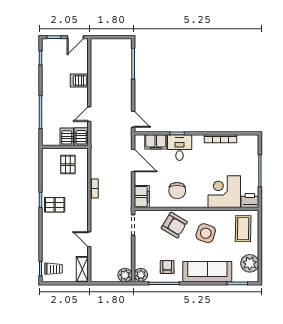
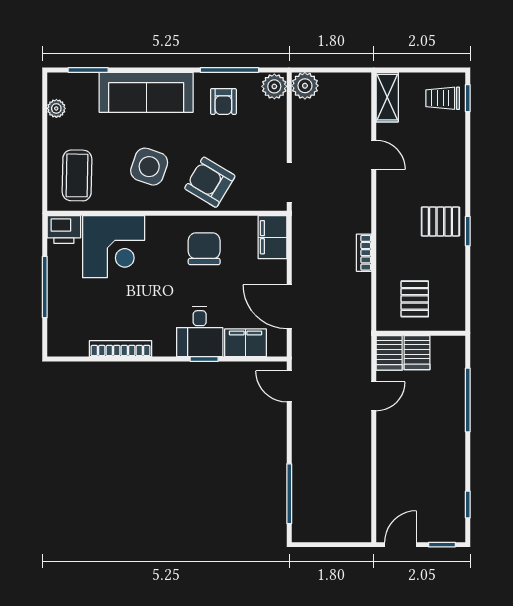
server rack: (79, 81) -> (393, 461), removed
plant: (250, 263) -> (56, 108), width x0.53, depth x0.53

